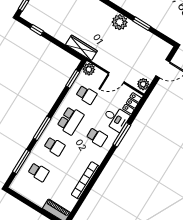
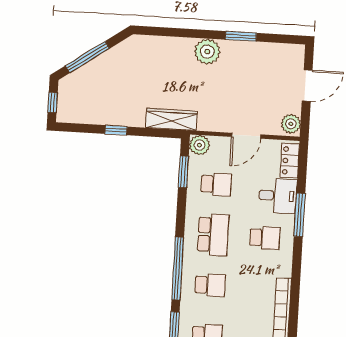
window: (37, 30) -> (116, 130), moved
window: (42, 128) -> (178, 269), width x1.46

